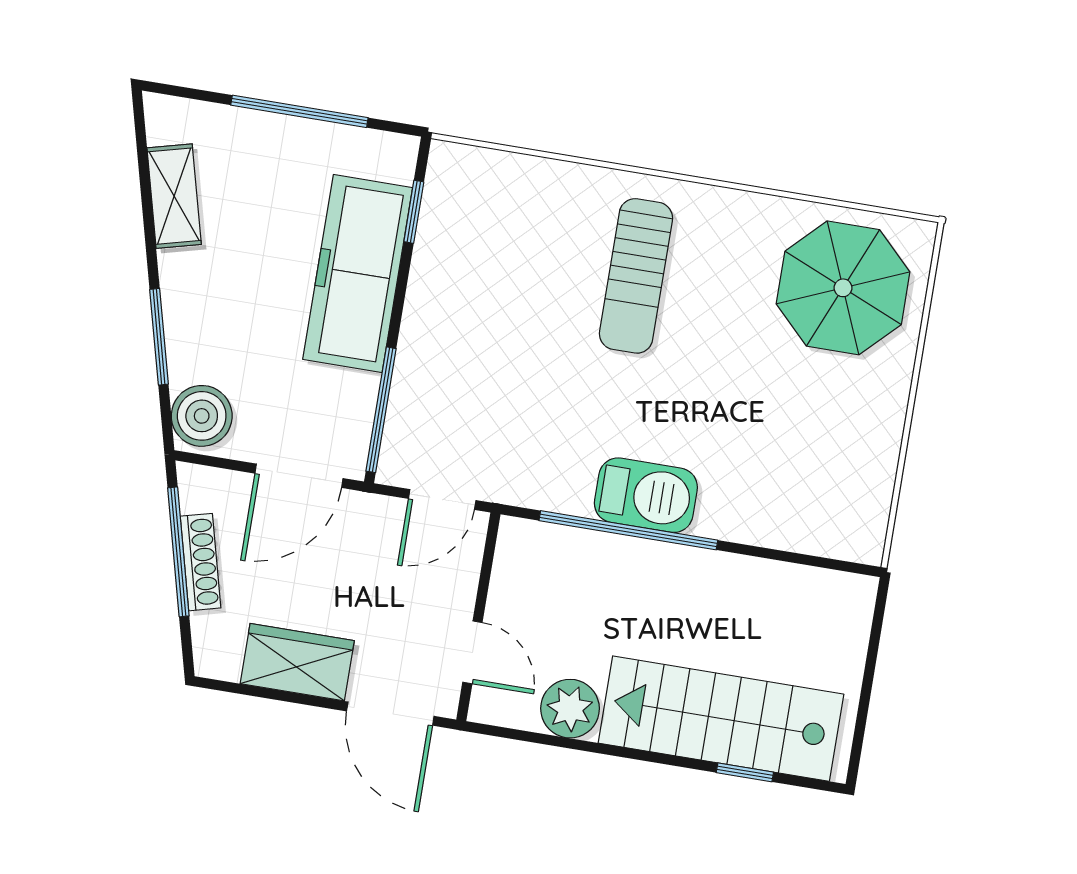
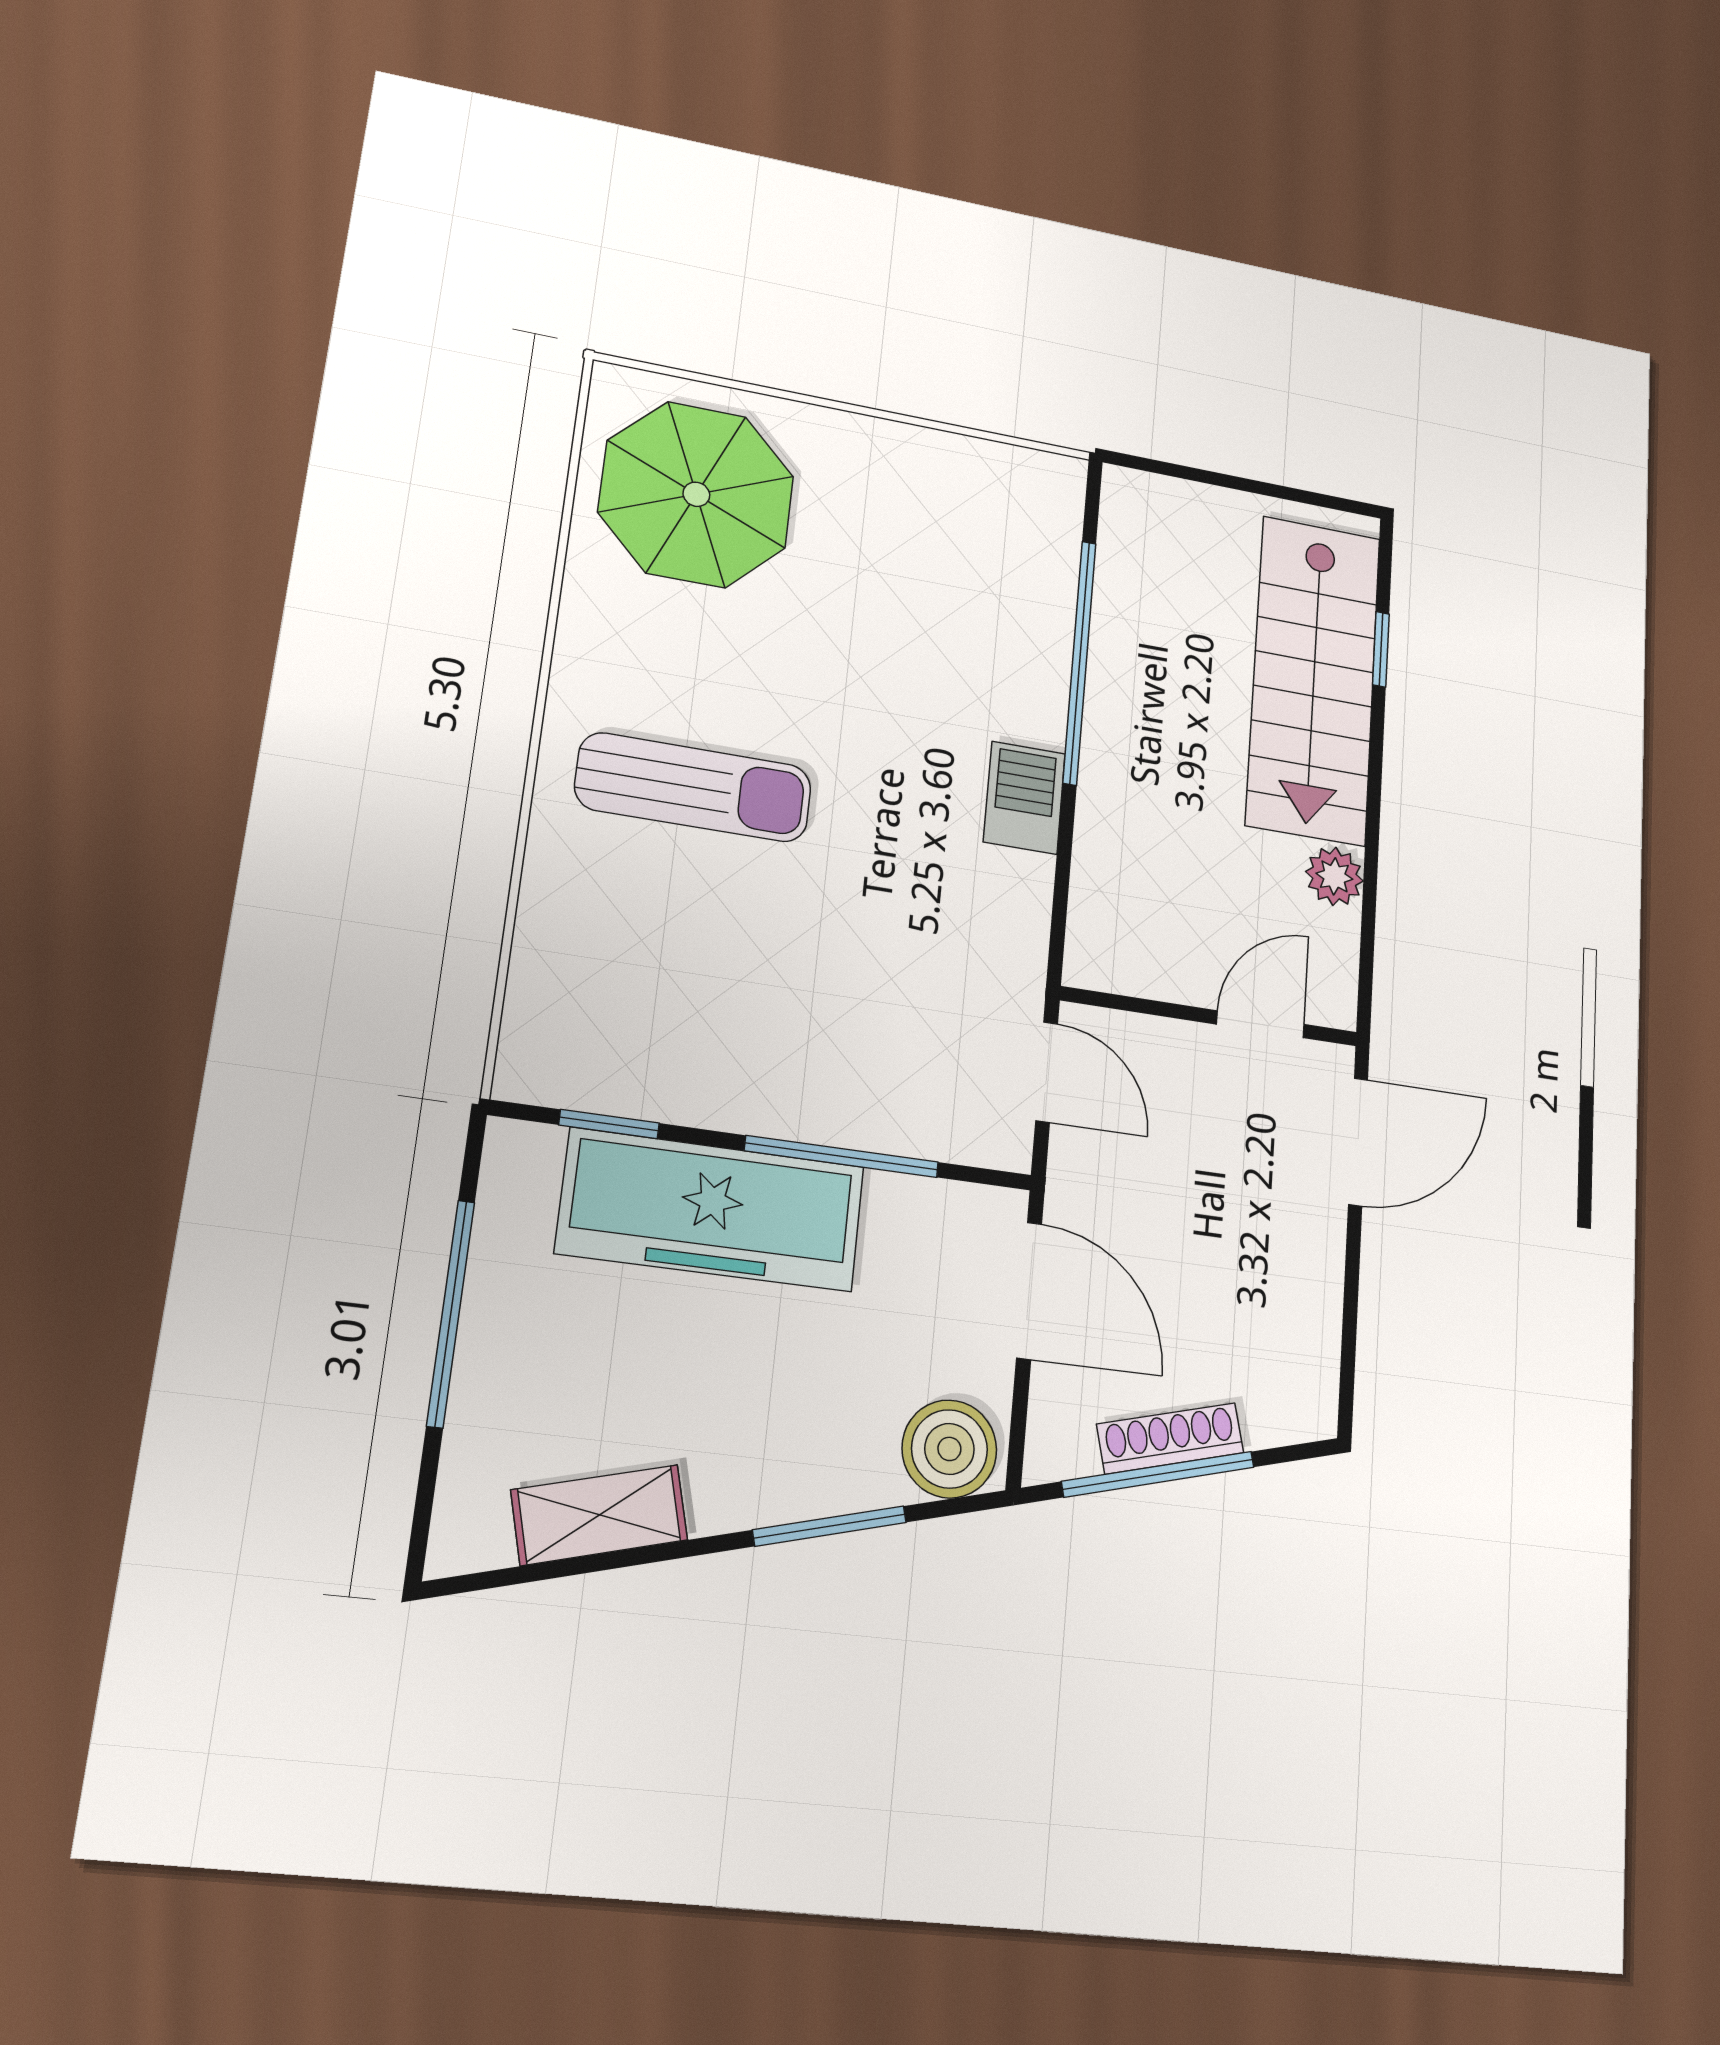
window: (381, 410) -> (842, 1156), moved
barbecue: (646, 495) -> (1024, 798), width x0.73, depth x0.79
window: (628, 530) -> (1080, 662), moved
wardrobe: (297, 662) -> (1301, 1283), removed
plant: (570, 709) -> (1334, 876), width x0.73, depth x0.73

